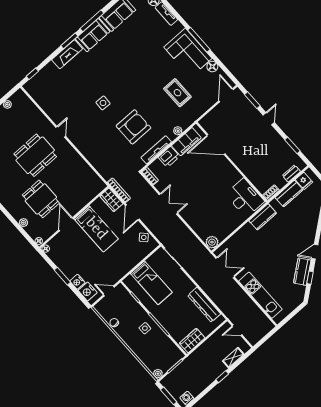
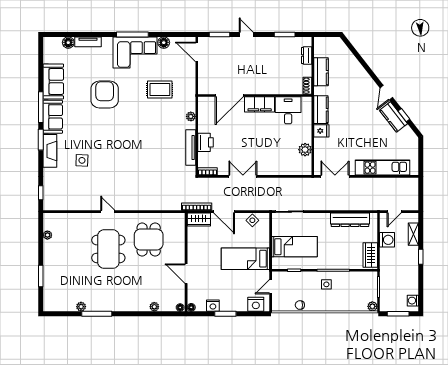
side table: (103, 103) -> (82, 160), moved
armchair: (133, 127) -> (105, 94), moved
filing cabinet: (186, 142) -> (260, 104), moved, turned 90
fridge: (304, 181) -> (321, 131), moved
desk: (245, 198) -> (288, 110), width x0.73
dining table: (41, 199) -> (149, 239), moved, turned 90
bed: (96, 229) -> (245, 259), moved, turned 180
plant: (212, 242) -> (305, 150), moved
nightstand: (77, 282) -> (213, 306), moved
washing machine: (213, 343) -> (387, 240), added

